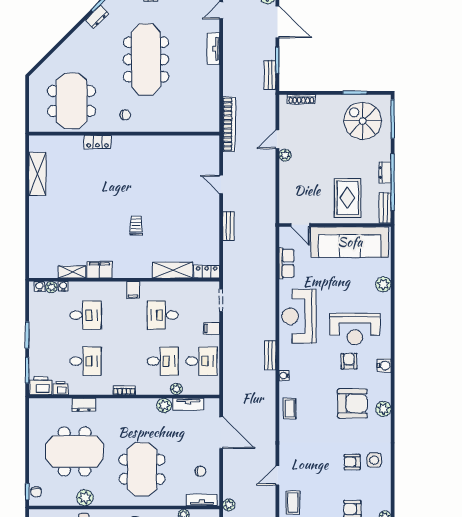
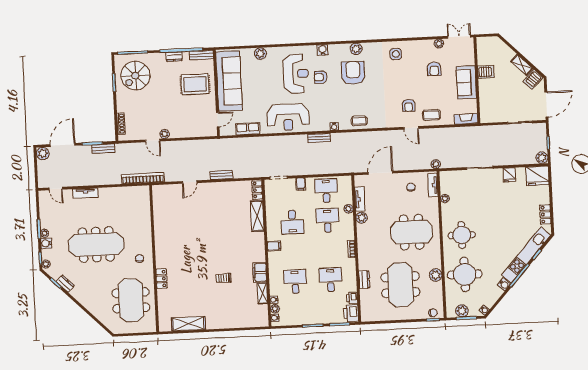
meeting table: (72, 101) -> (131, 300), turned 90
trolley: (136, 225) -> (223, 278), moved
armchair: (352, 462) -> (409, 105), moved

